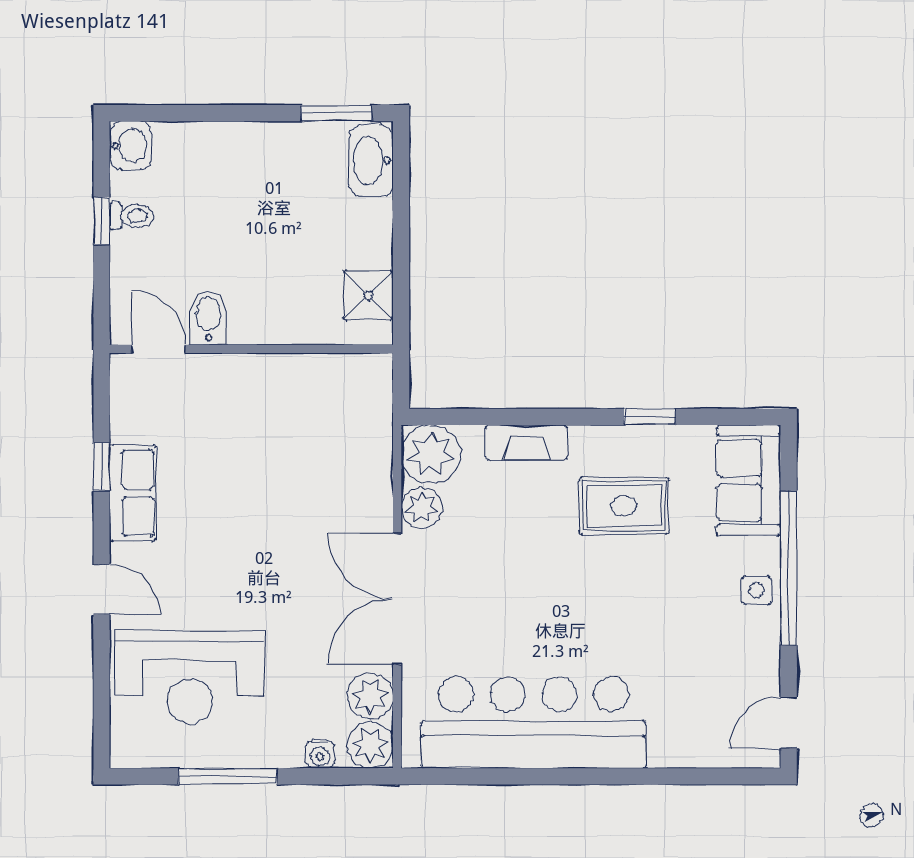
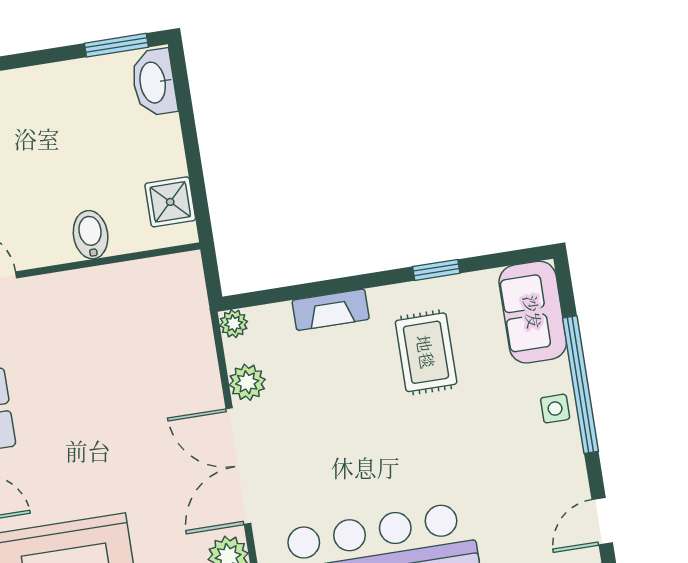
bidet: (208, 318) -> (91, 235), moved
plant: (431, 454) -> (234, 324), width x0.53, depth x0.53
rug: (624, 506) -> (426, 352), turned 90

